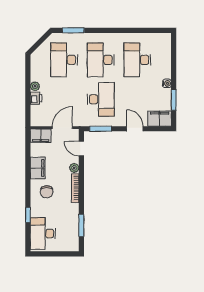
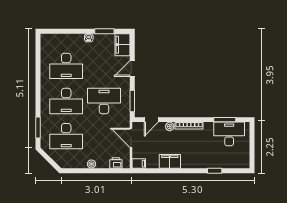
printer: (36, 98) -> (116, 163), moved
filing cabinet: (41, 136) -> (139, 164), width x0.50
chair: (47, 192) -> (193, 153), removed
desk: (43, 234) -> (229, 134), moved, turned 180

